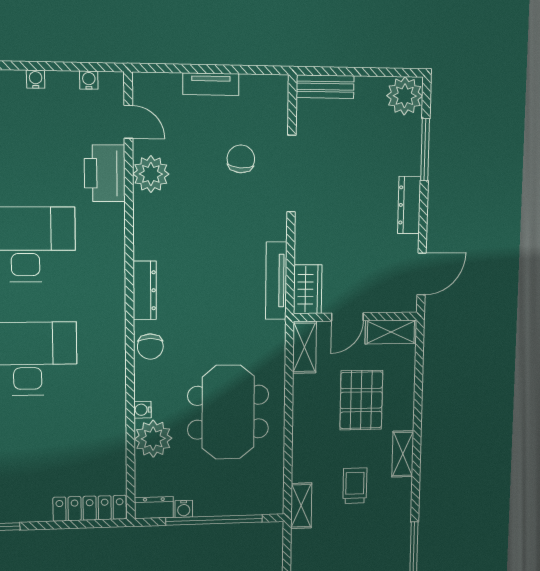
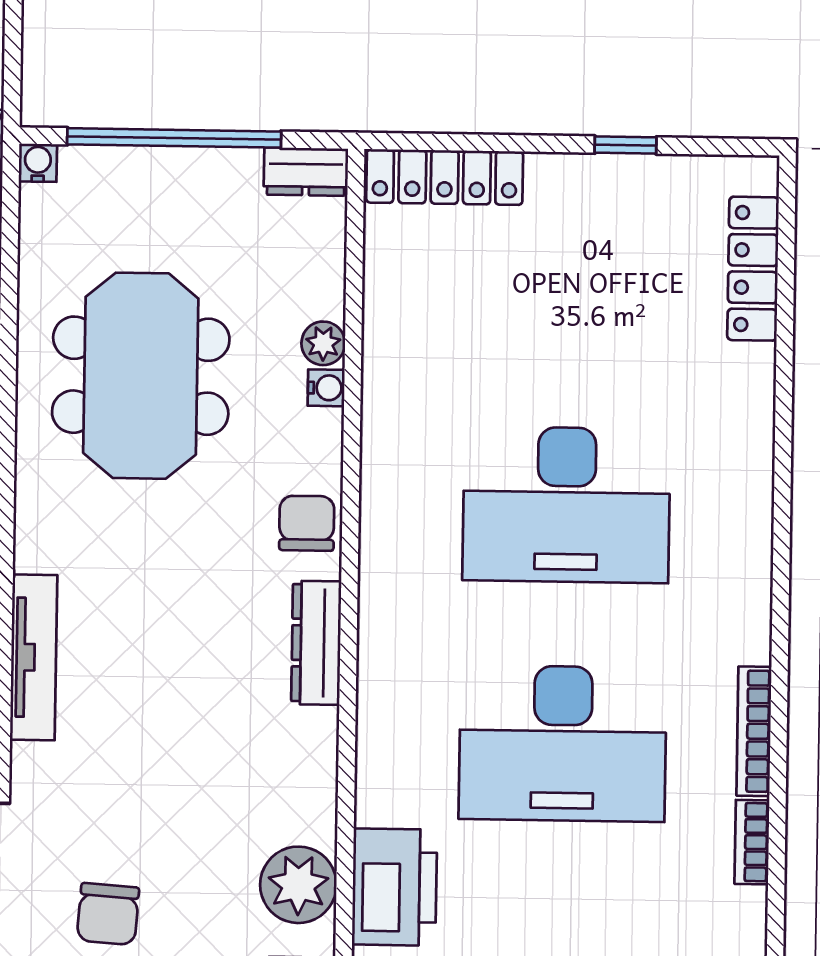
plant: (153, 439) -> (323, 343), width x0.53, depth x0.53
water cooler: (184, 509) -> (38, 163), moved

